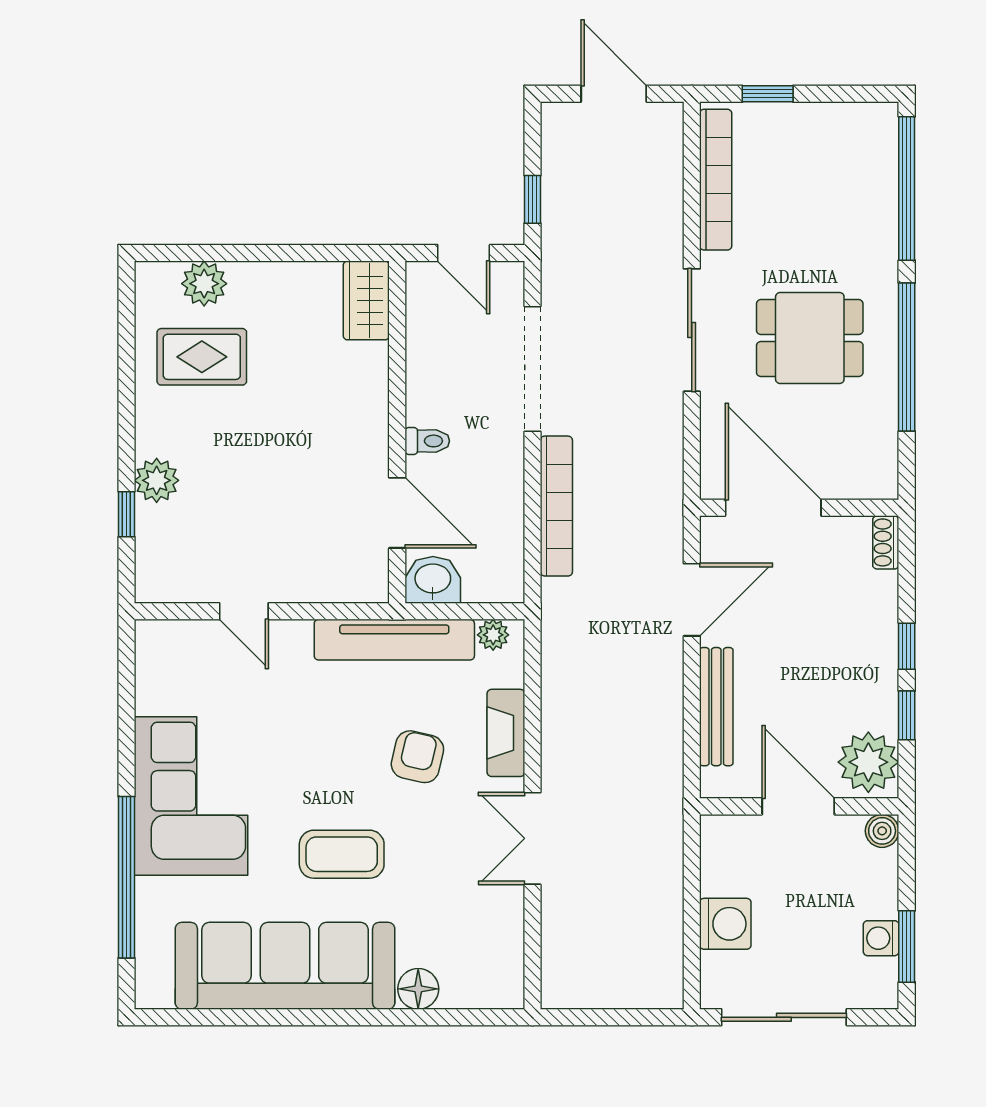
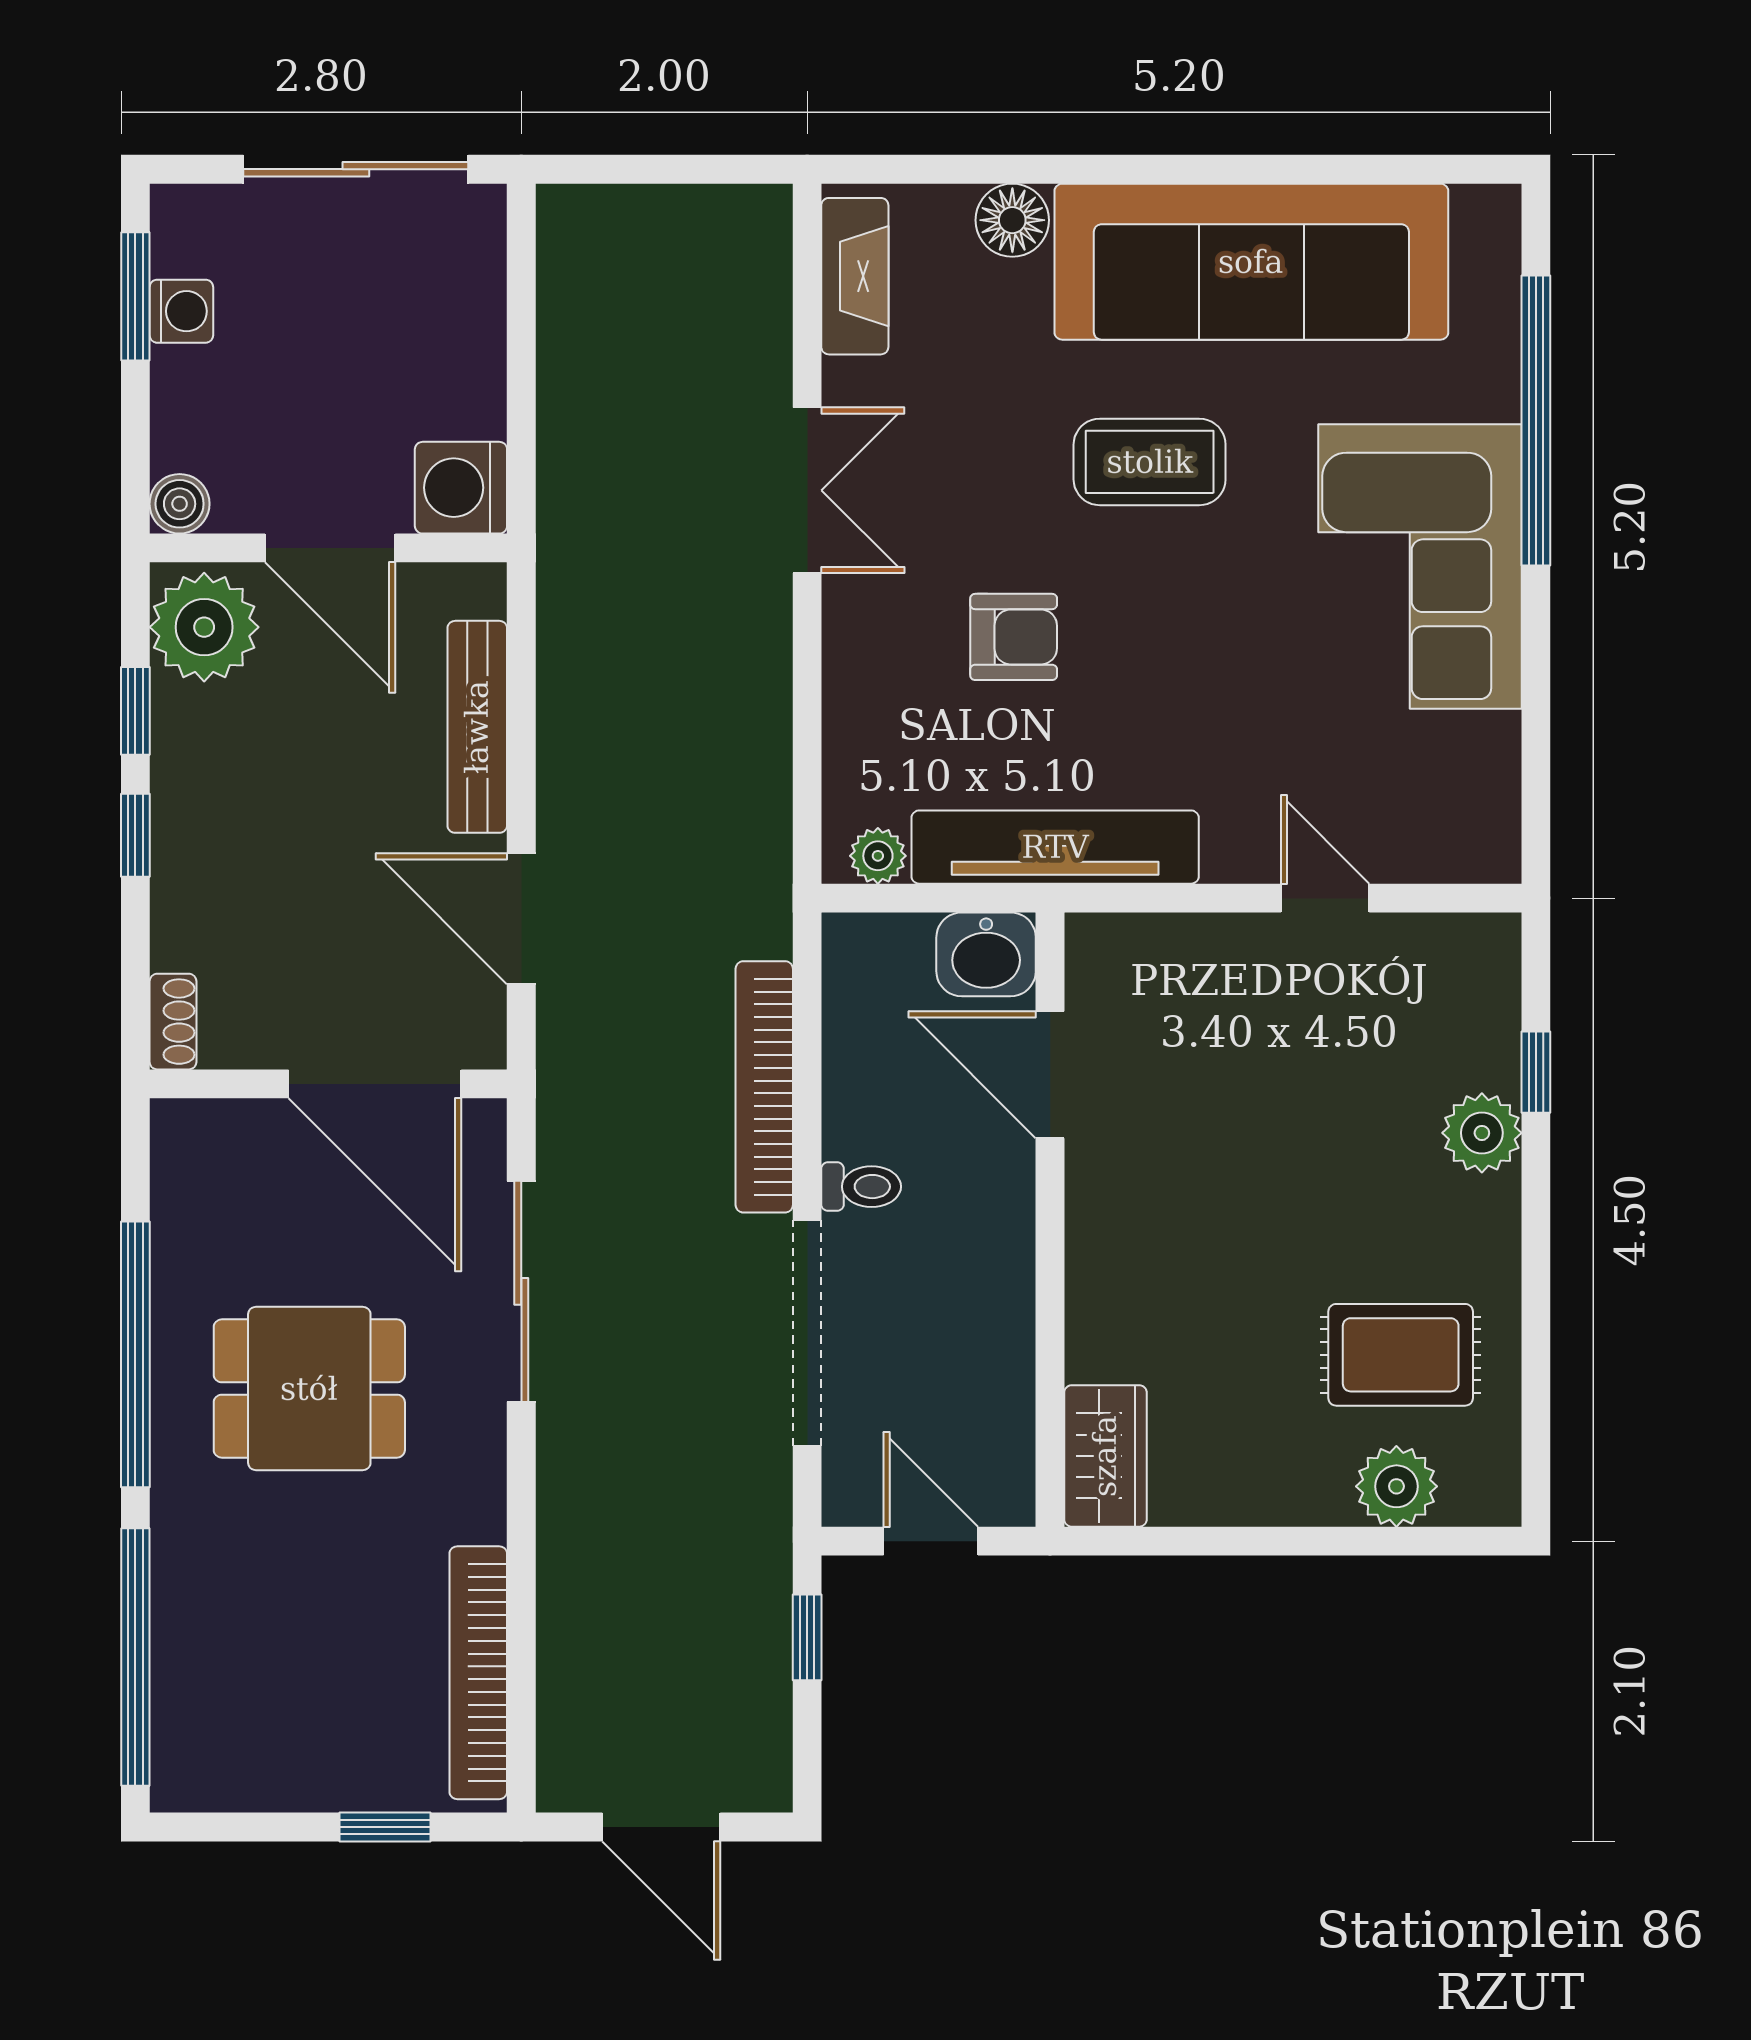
sliding door: (692, 330) -> (521, 1291), moved
toilet: (427, 441) -> (861, 1187), moved, turned 180
door: (692, 600) -> (521, 919), hinge flipped
fireplace: (506, 733) -> (855, 276), moved
armchair: (417, 757) -> (1014, 637), turned -103
washing machine: (725, 924) -> (461, 488), moved

